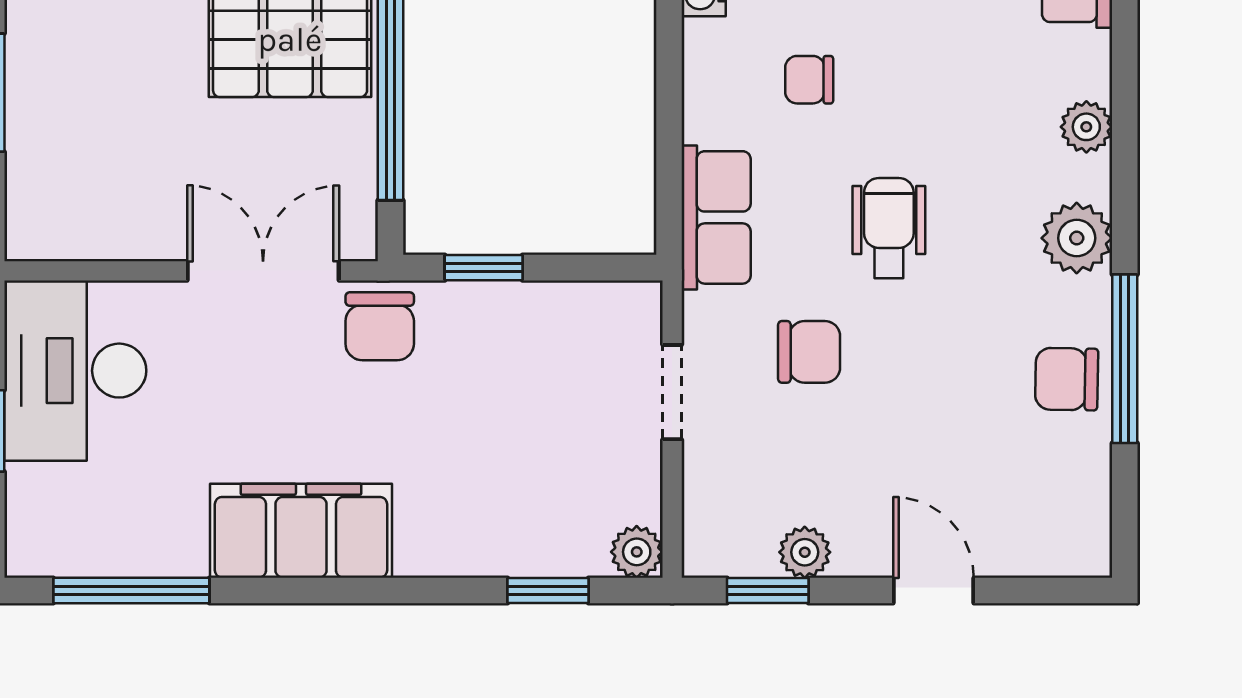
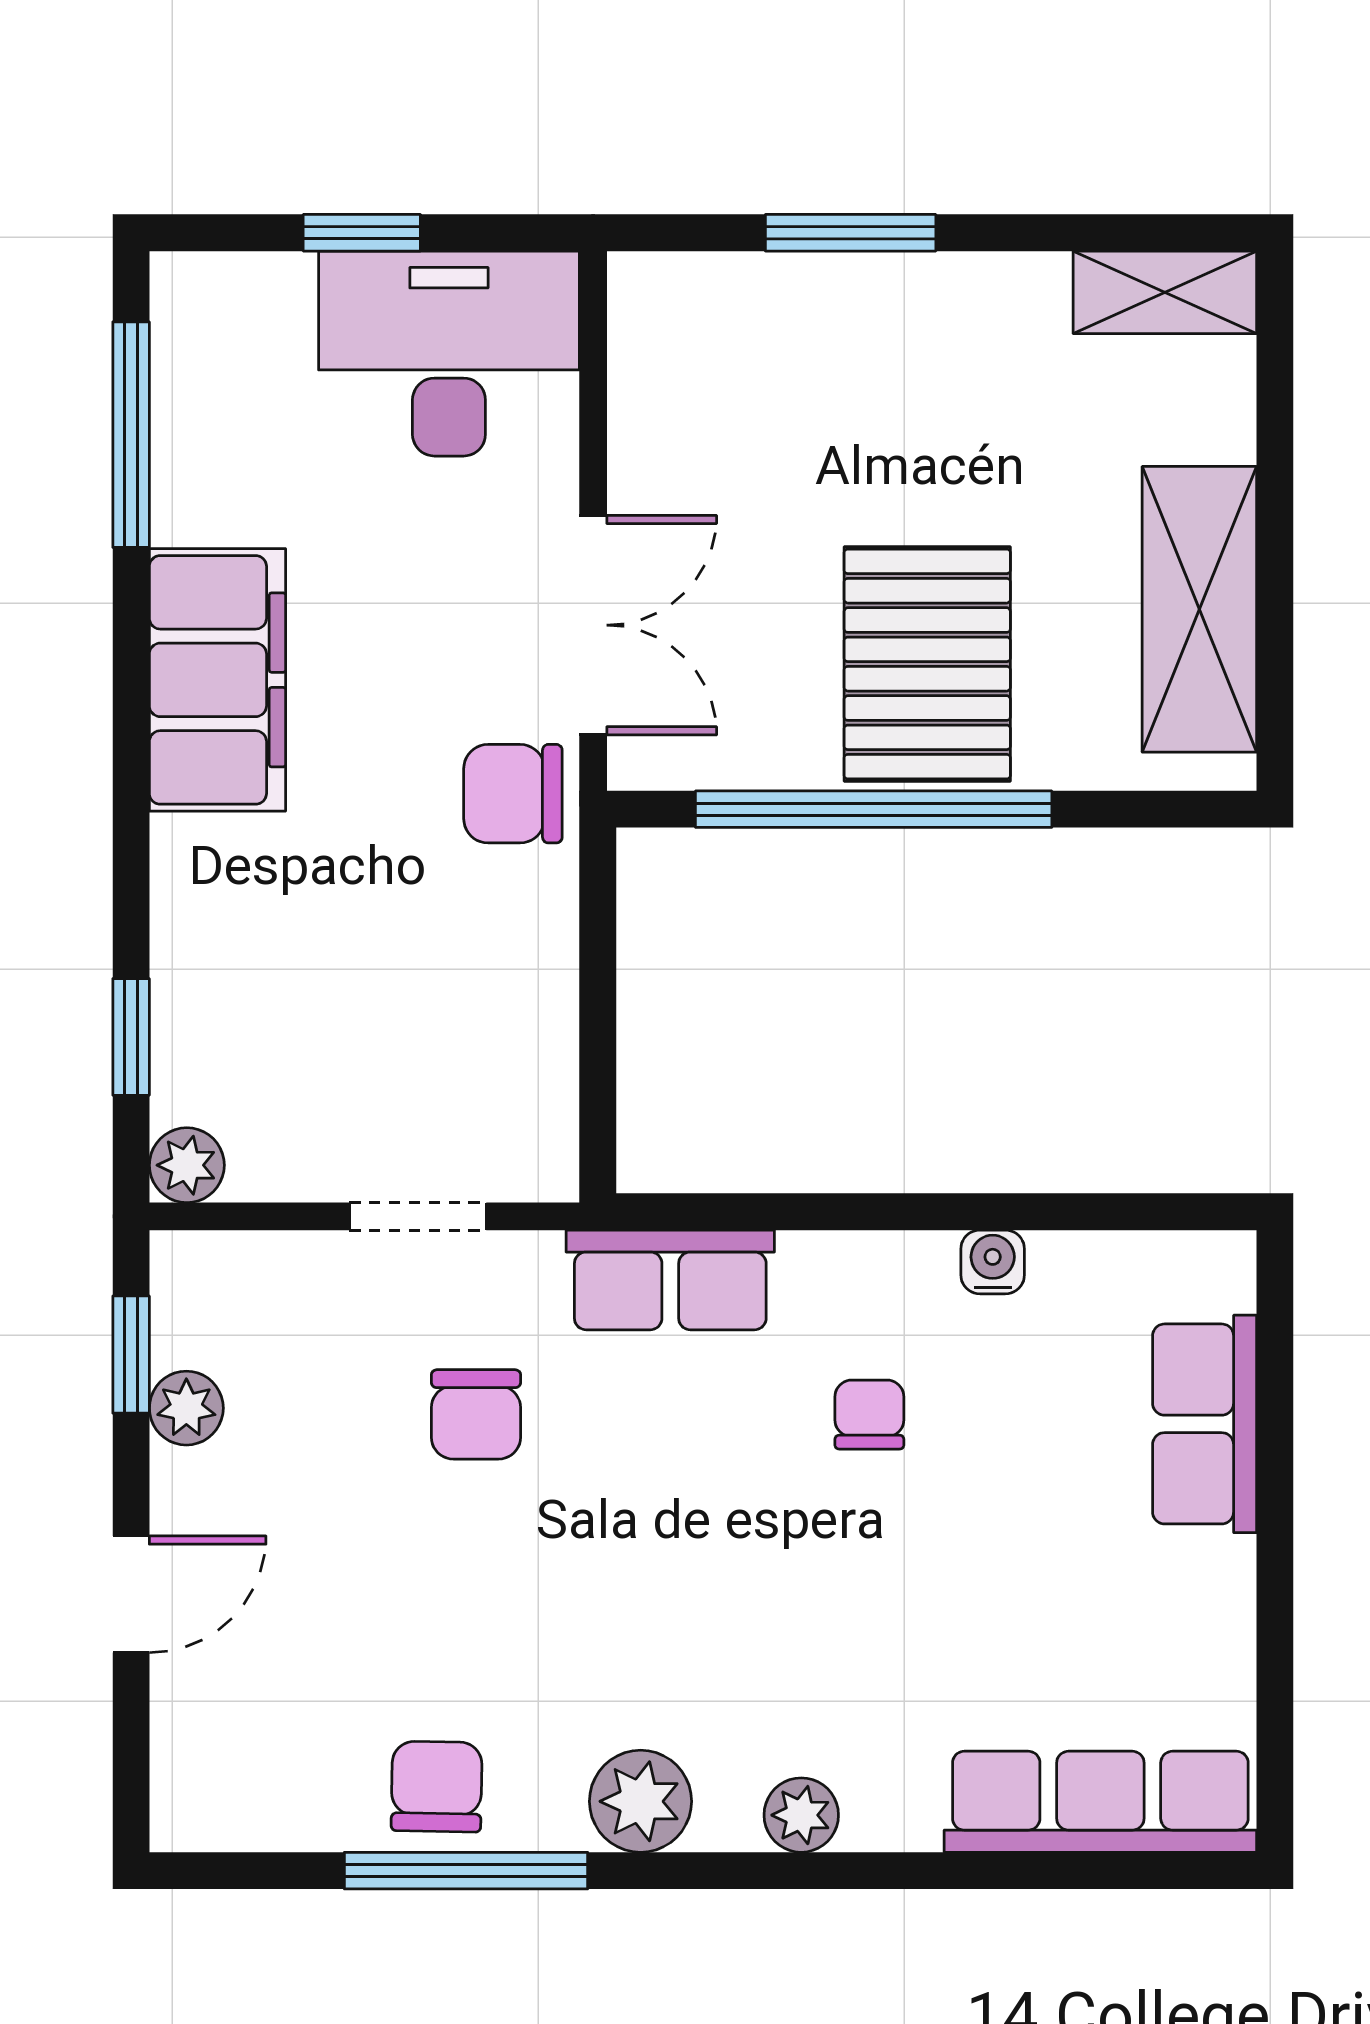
wheelchair: (889, 228) -> (655, 1530), removed
window: (484, 268) -> (598, 944), removed

